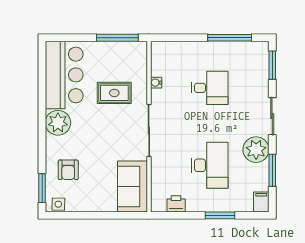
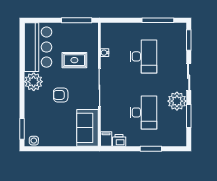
desk: (210, 88) -> (143, 56), width x1.37
armchair: (68, 170) -> (61, 95), moved, turned 90
filing cabinet: (261, 202) -> (106, 139), moved

